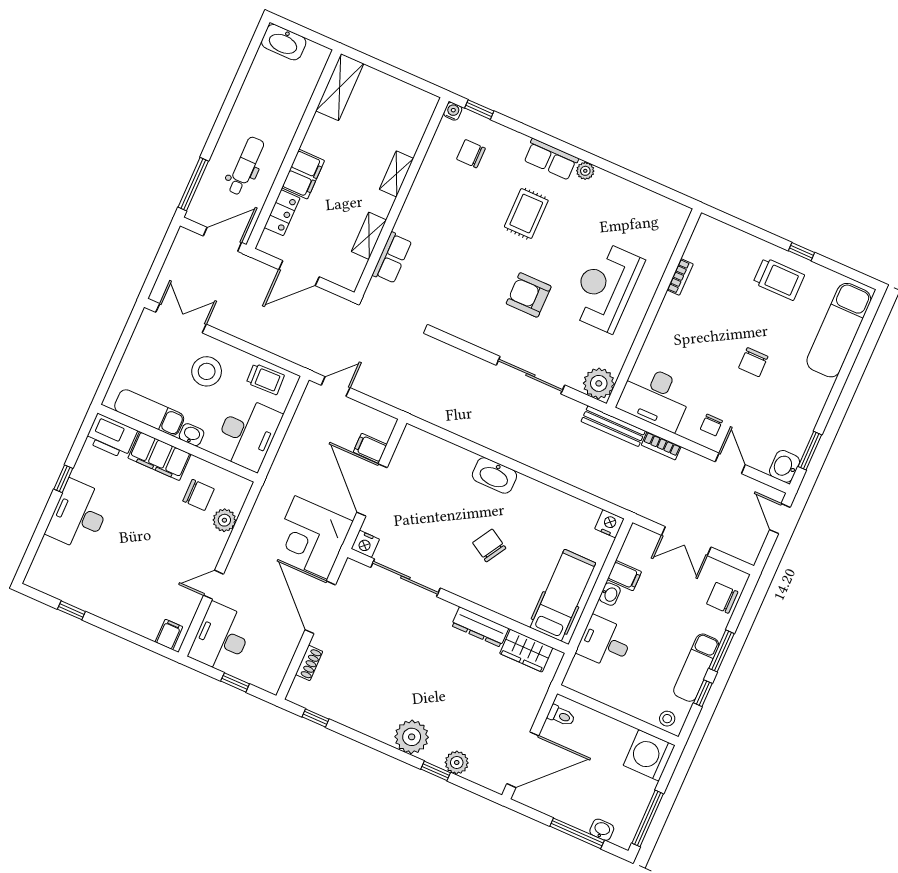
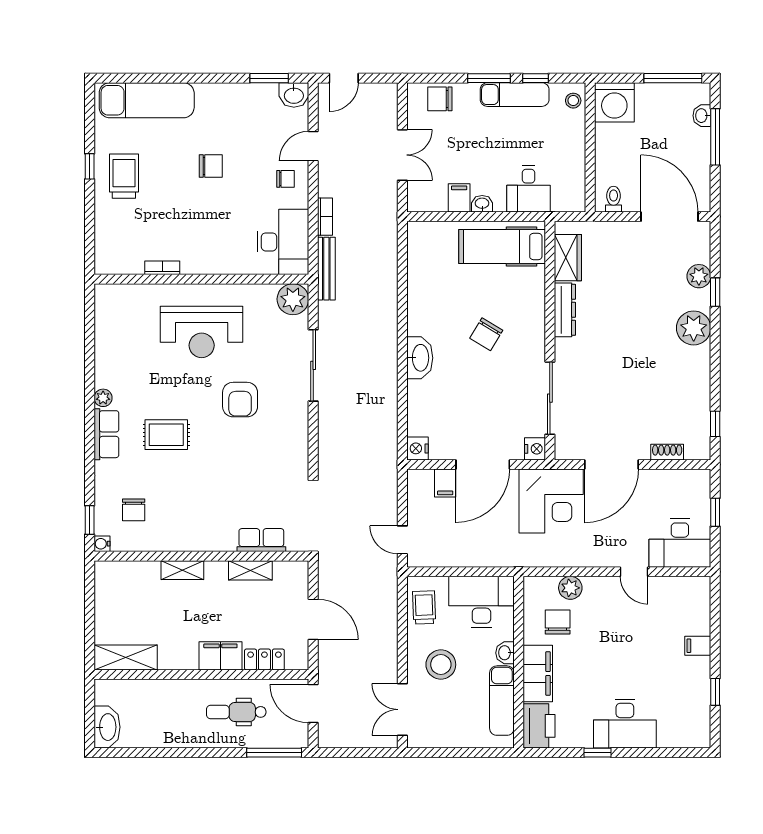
nightstand: (609, 524) -> (418, 448), moved
chair: (722, 598) -> (440, 99), turned 90
filing cabinet: (169, 634) -> (698, 646), moved

